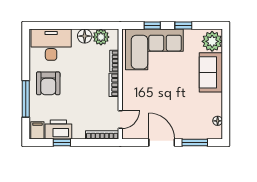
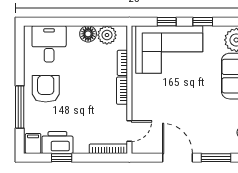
desk: (51, 45) -> (49, 44), width x0.73
armchair: (48, 83) -> (46, 89), turned 180

